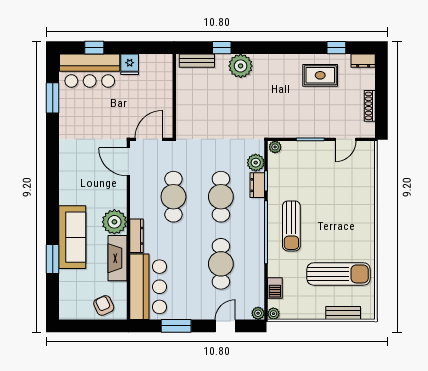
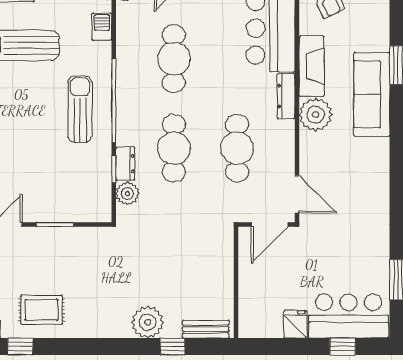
plant: (275, 147) -> (102, 214), removed

